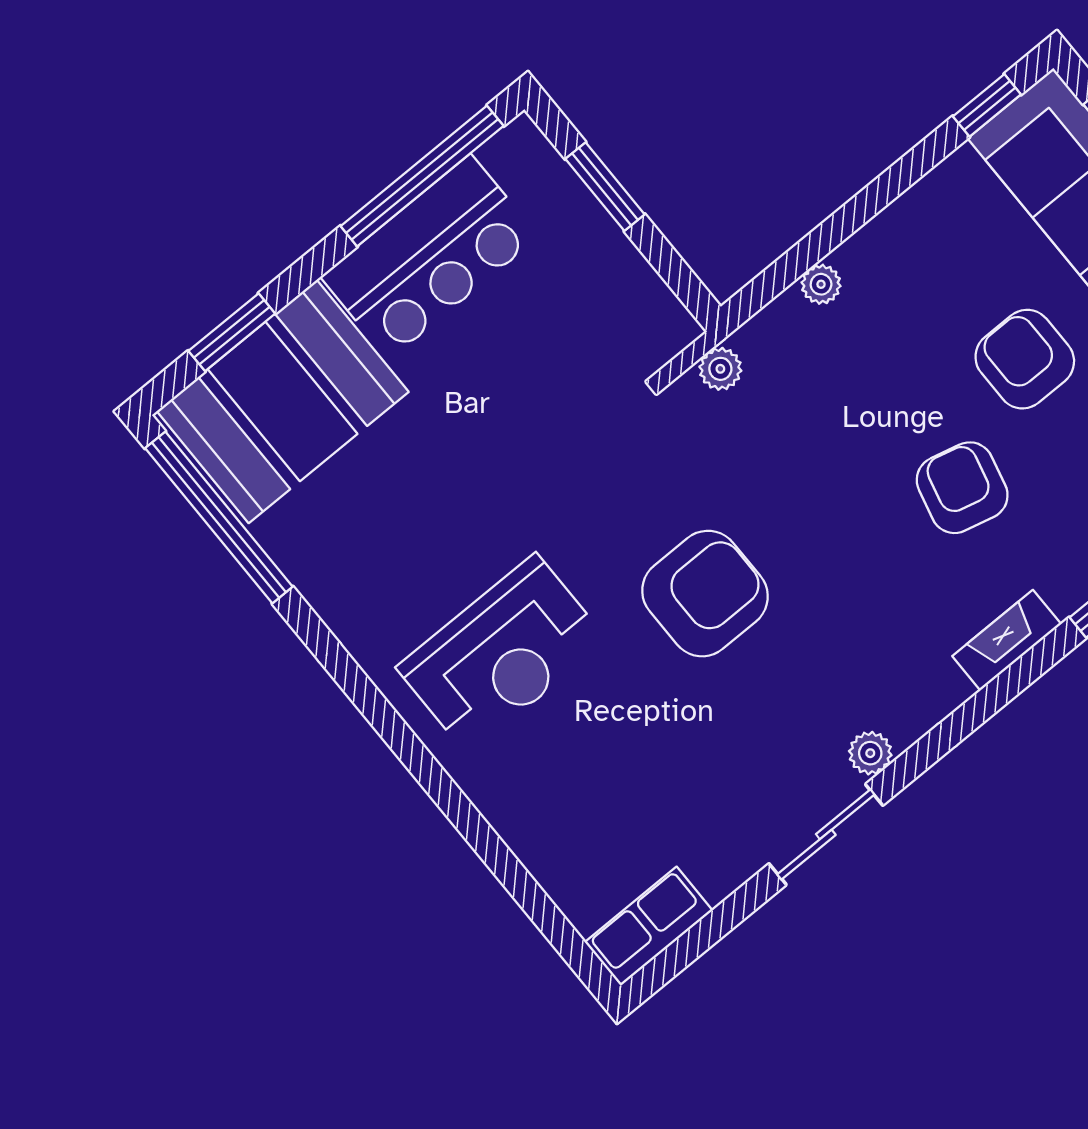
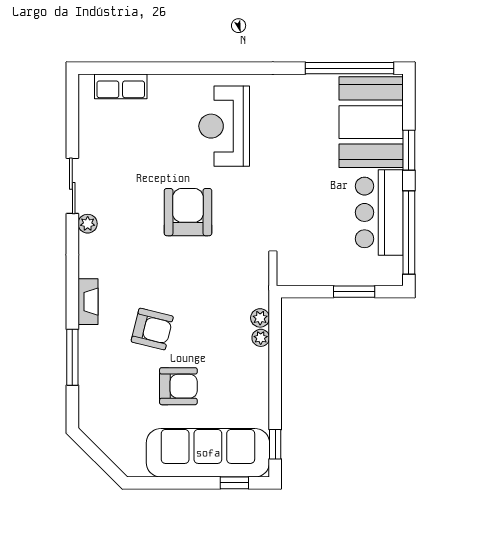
window: (232, 332) -> (409, 150), moved
plant: (720, 369) -> (260, 318), moved
armchair: (705, 594) -> (188, 212), turned 180
row of seats: (649, 926) -> (121, 86), moved, turned 90

